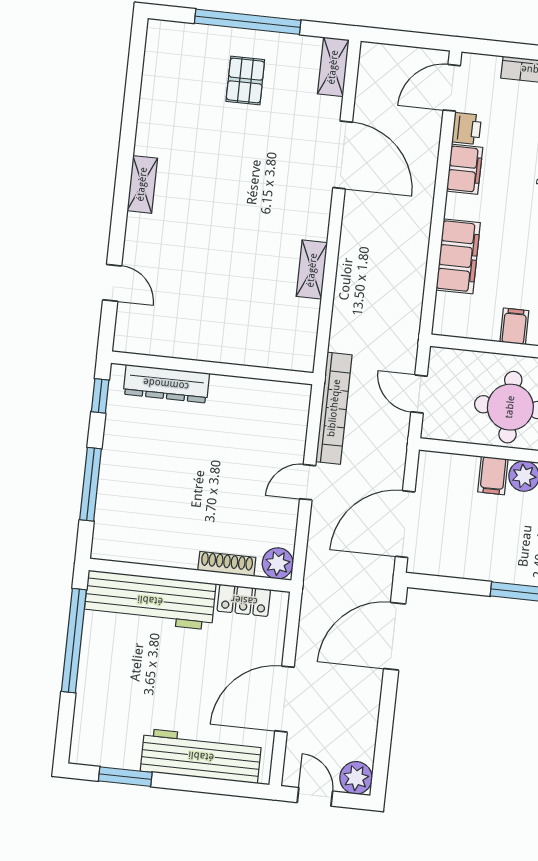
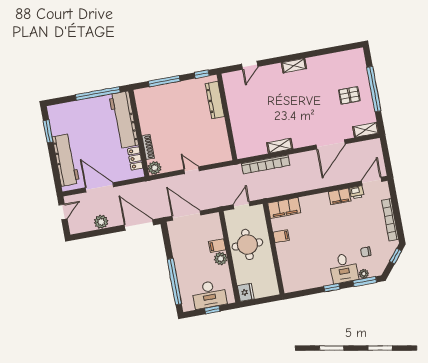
door: (452, 88) -> (372, 181), hinge flipped
filing cabinet: (458, 256) -> (284, 208), moved
bookcase: (334, 408) -> (266, 164), moved
plant: (356, 778) -> (101, 222), moved

